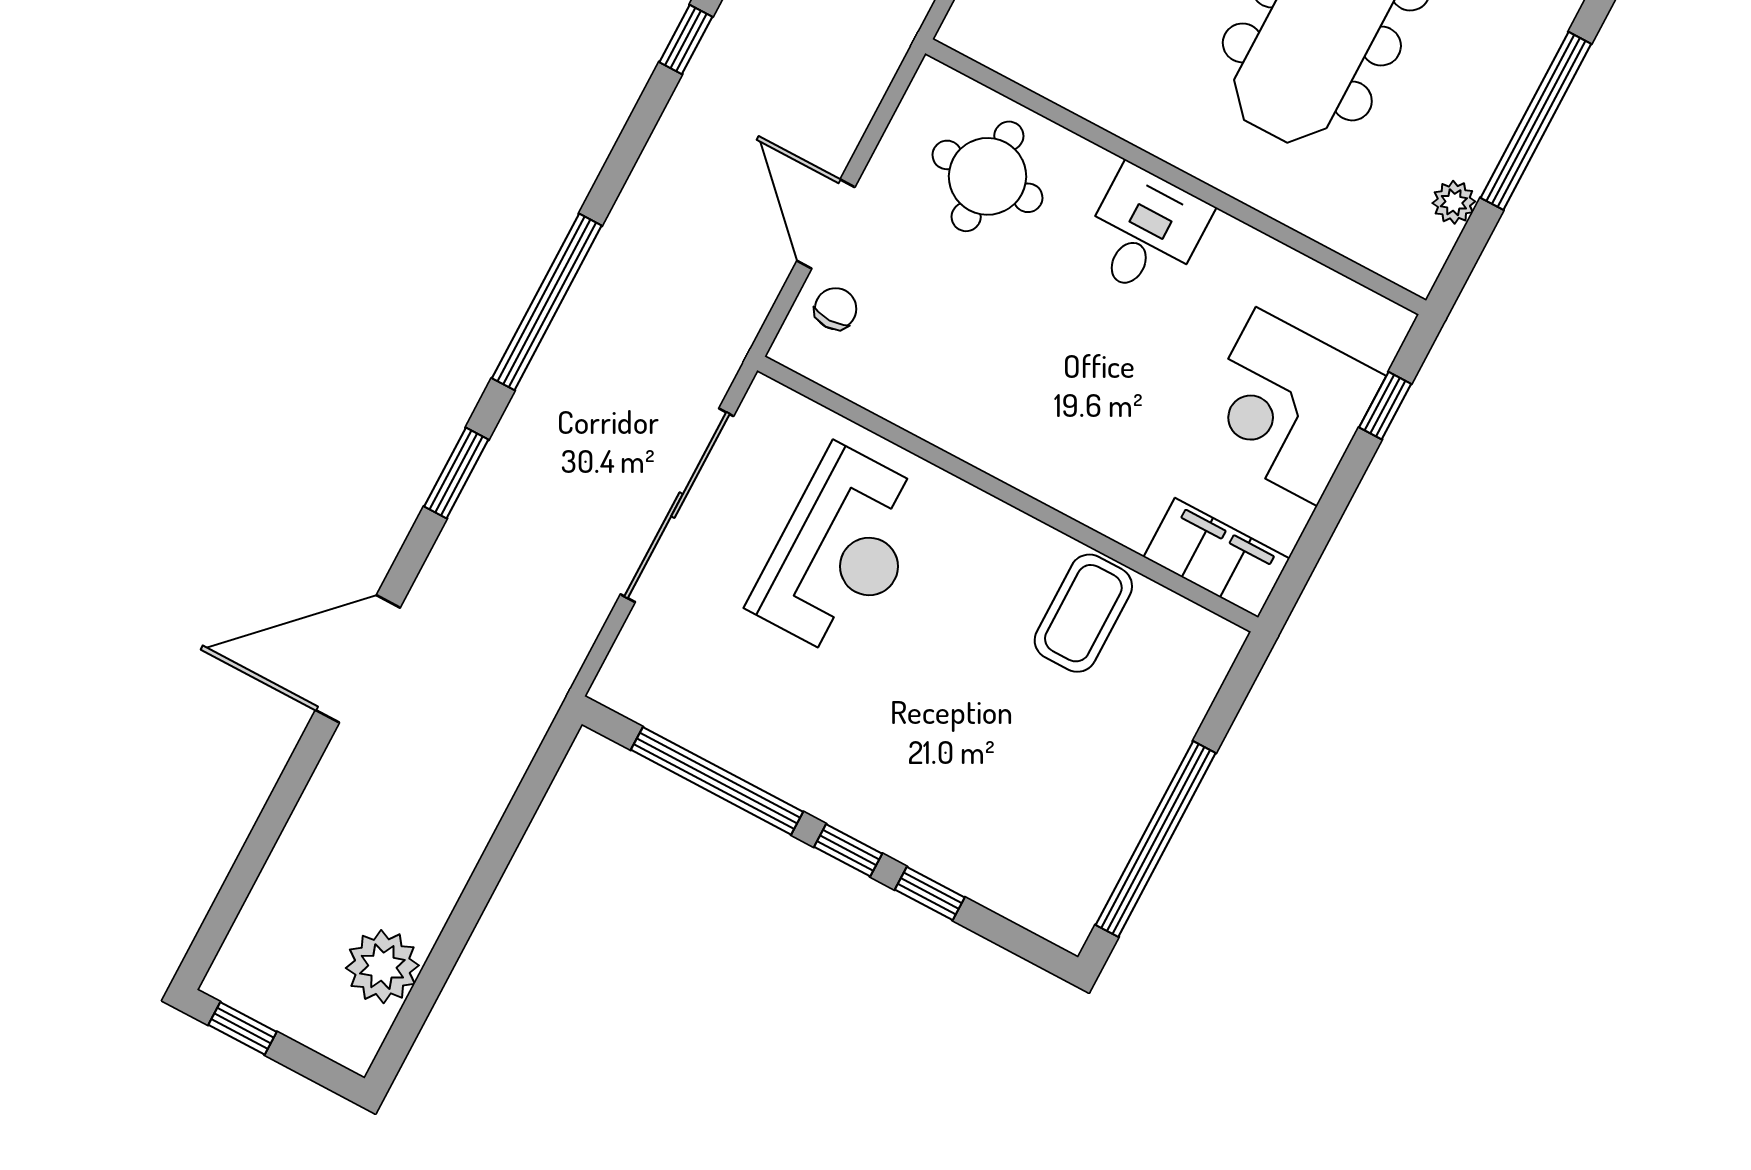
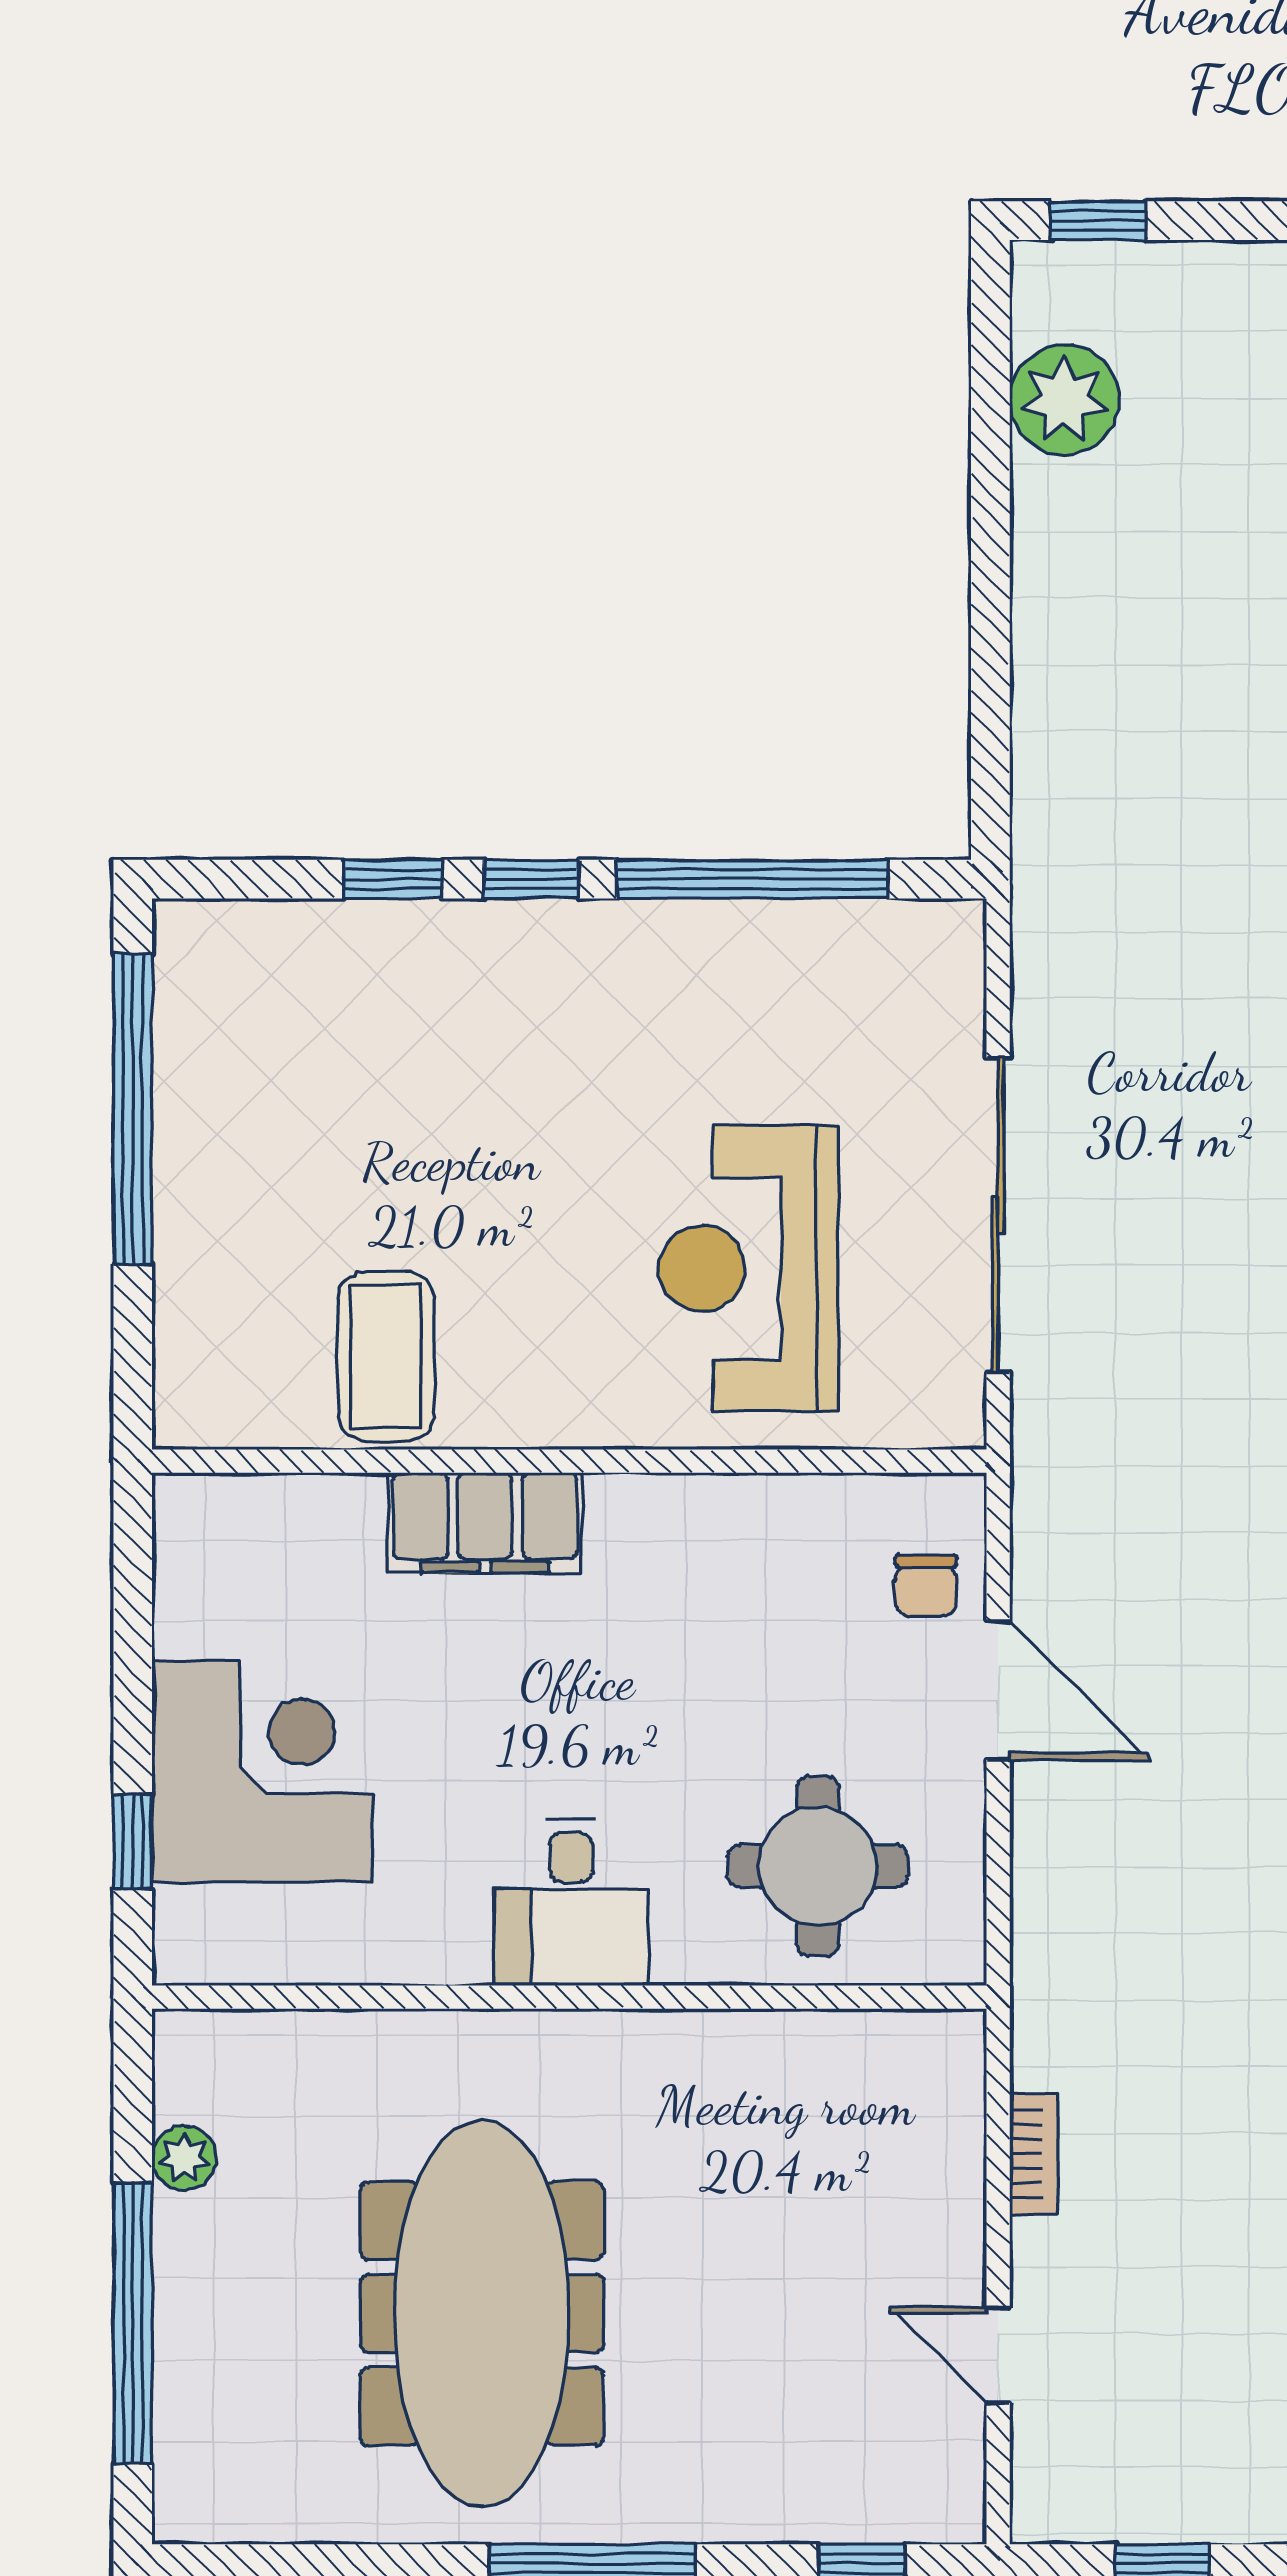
filing cabinet: (1217, 558) -> (485, 1523), moved
window: (242, 1028) -> (1098, 221), moved

